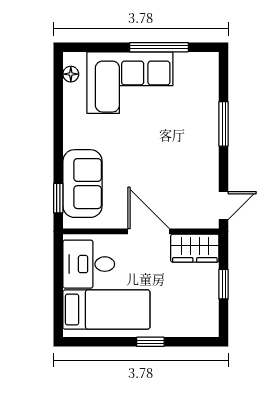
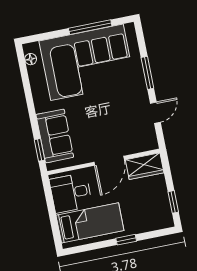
corner sofa: (130, 83) -> (87, 62), width x1.36, depth x1.36
door: (224, 206) -> (155, 113), moved
door: (149, 231) -> (109, 161), swing flipped
window: (224, 284) -> (173, 202), moved

